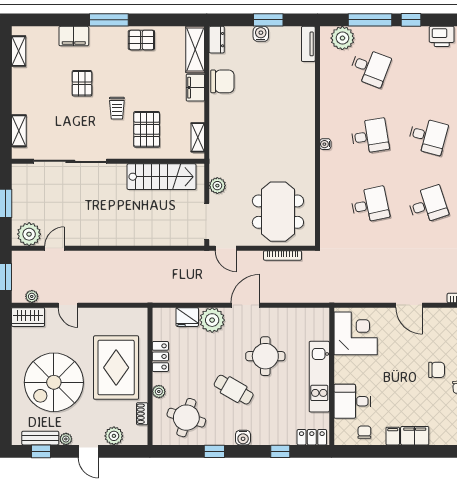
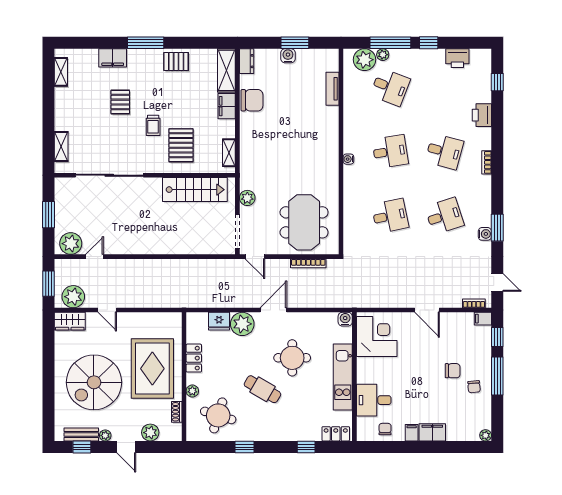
plant: (362, 33) -> (383, 55), added
tv unit: (308, 44) -> (332, 89), moved
plant: (32, 296) -> (73, 297), width x1.88, depth x1.88
water cooler: (243, 438) -> (345, 319), moved, turned 180

